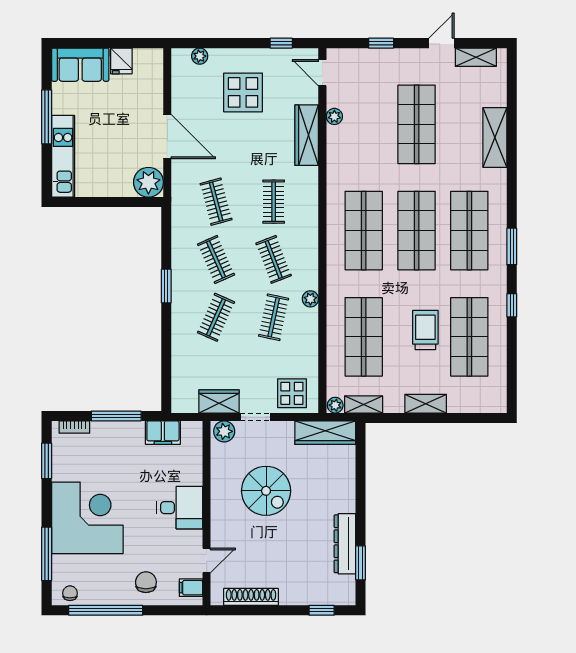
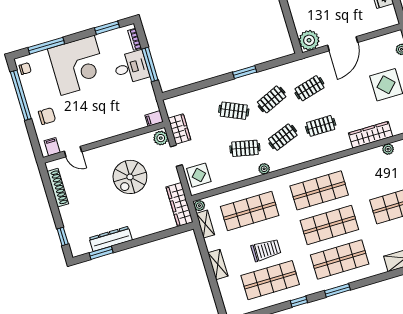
filing cabinet: (163, 433) -> (154, 118), moved, width x0.50
desk: (180, 508) -> (131, 67), moved, turned -90

